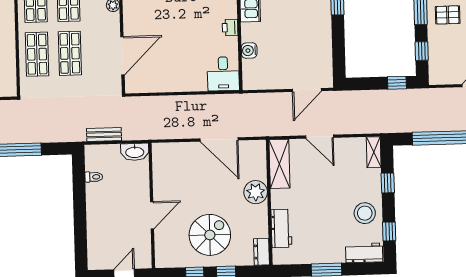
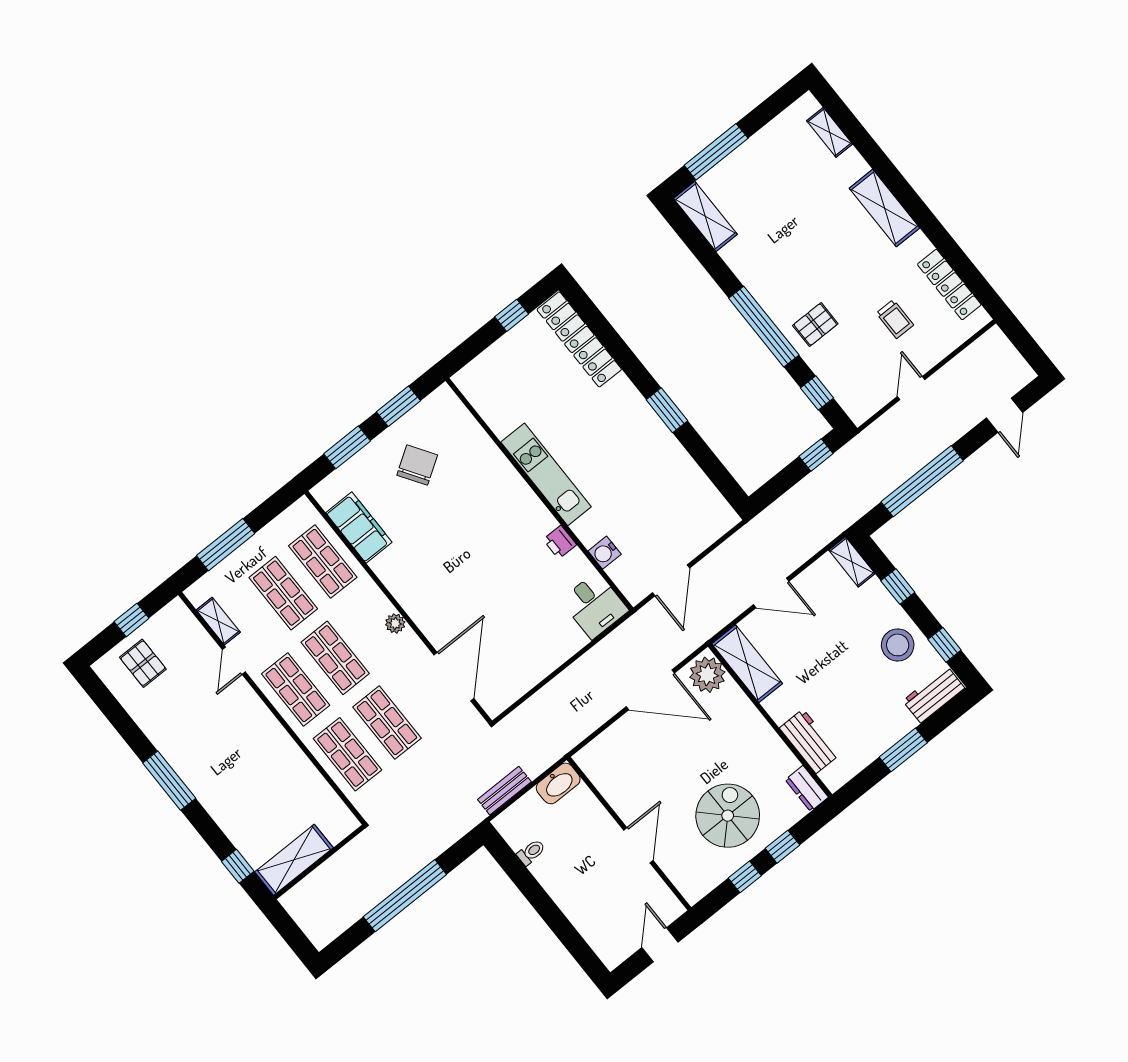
door: (307, 90) -> (671, 580), moved
plant: (256, 192) -> (707, 675), moved

